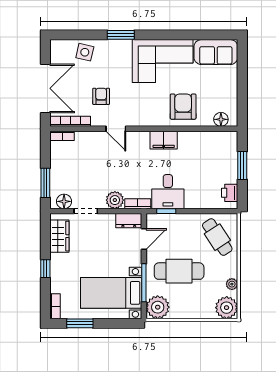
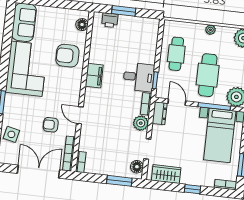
door: (116, 129) -> (80, 115), swing flipped
printer: (230, 193) -> (110, 20), moved
cafe table: (217, 237) -> (176, 54), moved, turned -57
plant: (232, 284) -> (210, 30), moved

